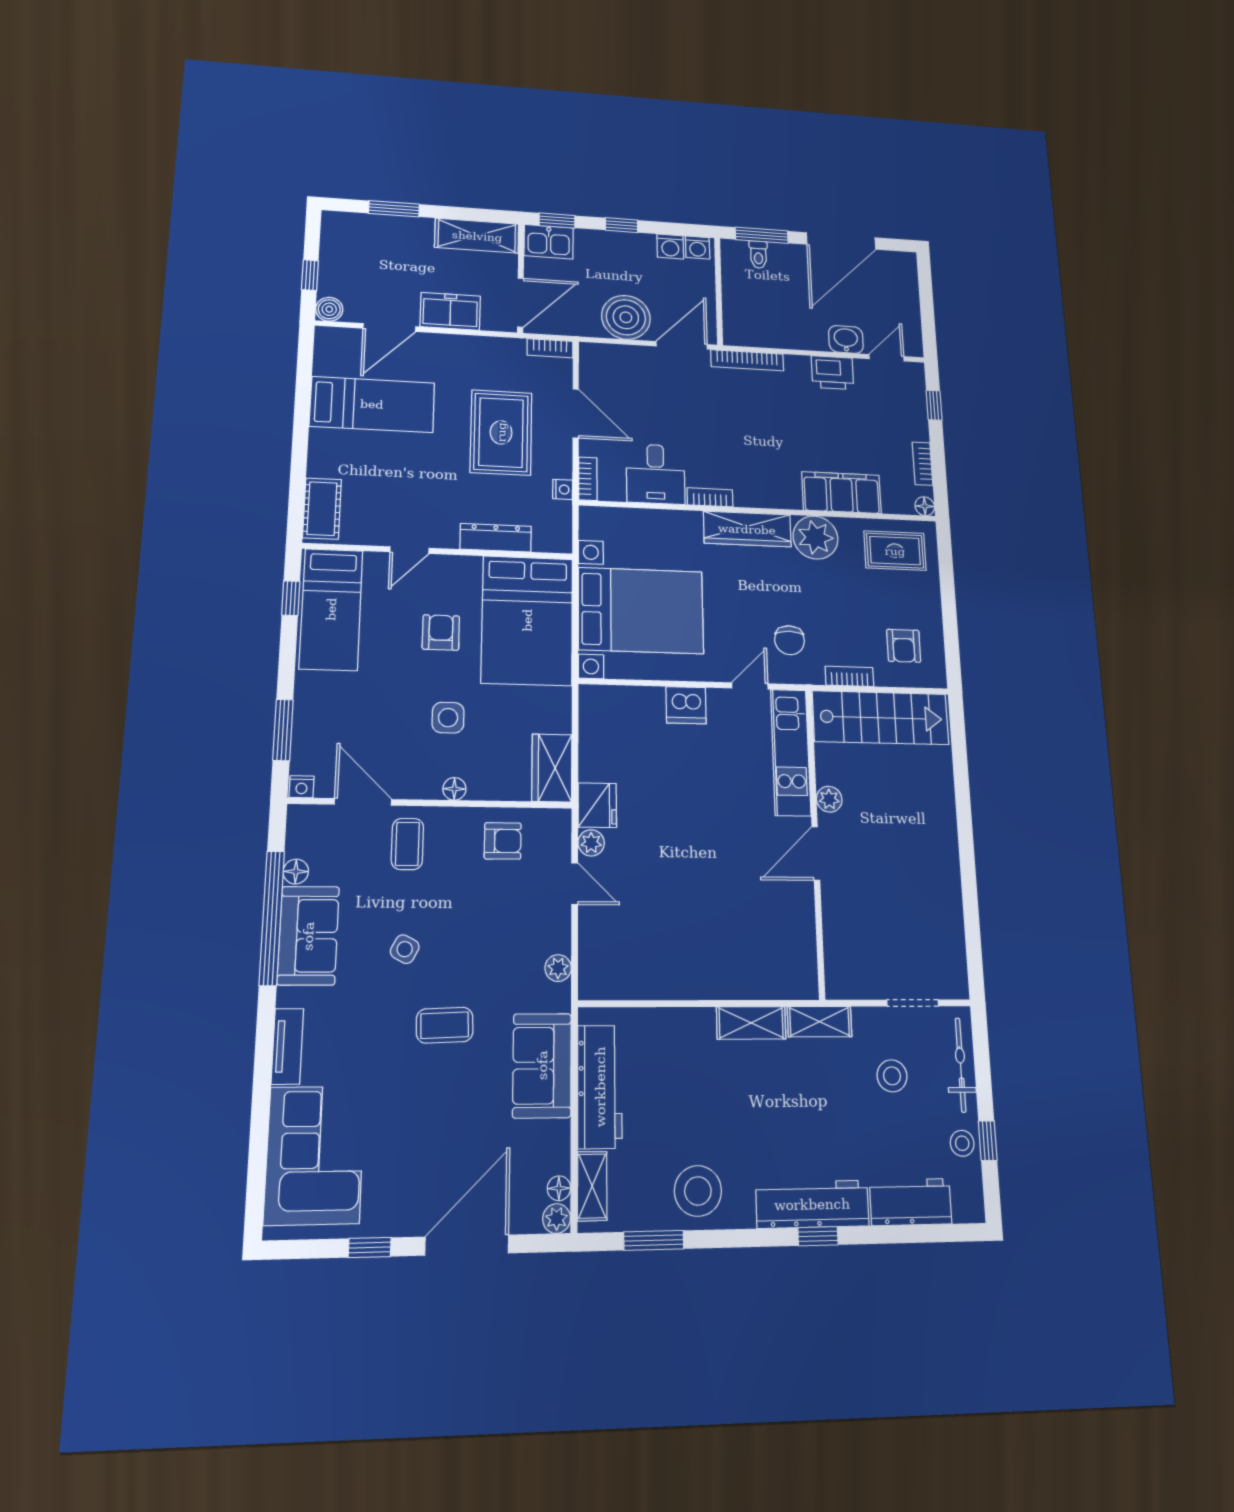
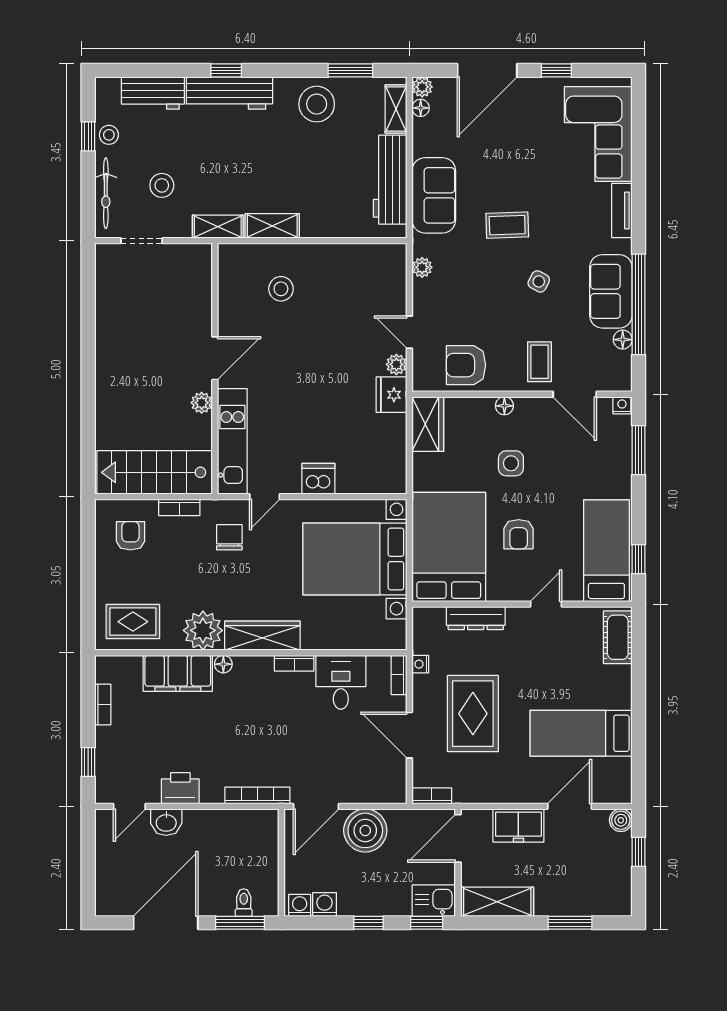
floor lamp: (925, 506) -> (223, 664), moved
armchair: (503, 841) -> (466, 365), width x1.38, depth x1.38
stool: (738, 940) -> (281, 289), added

